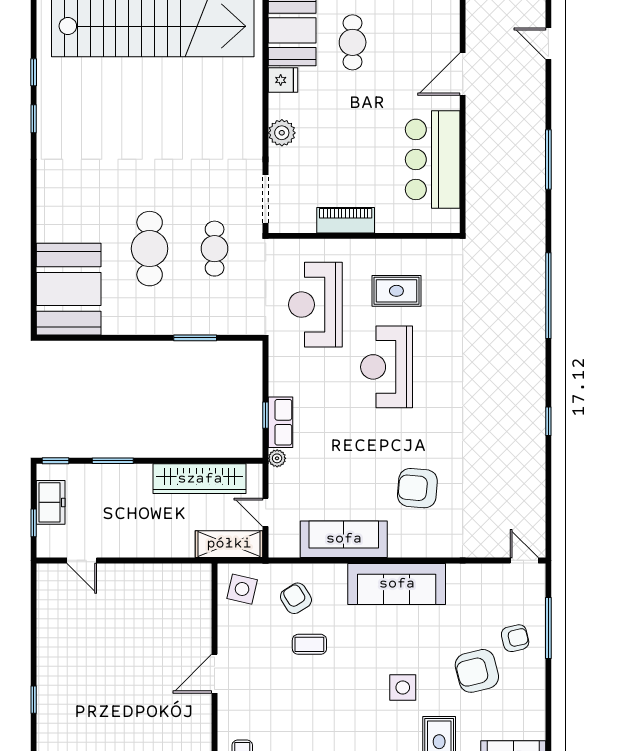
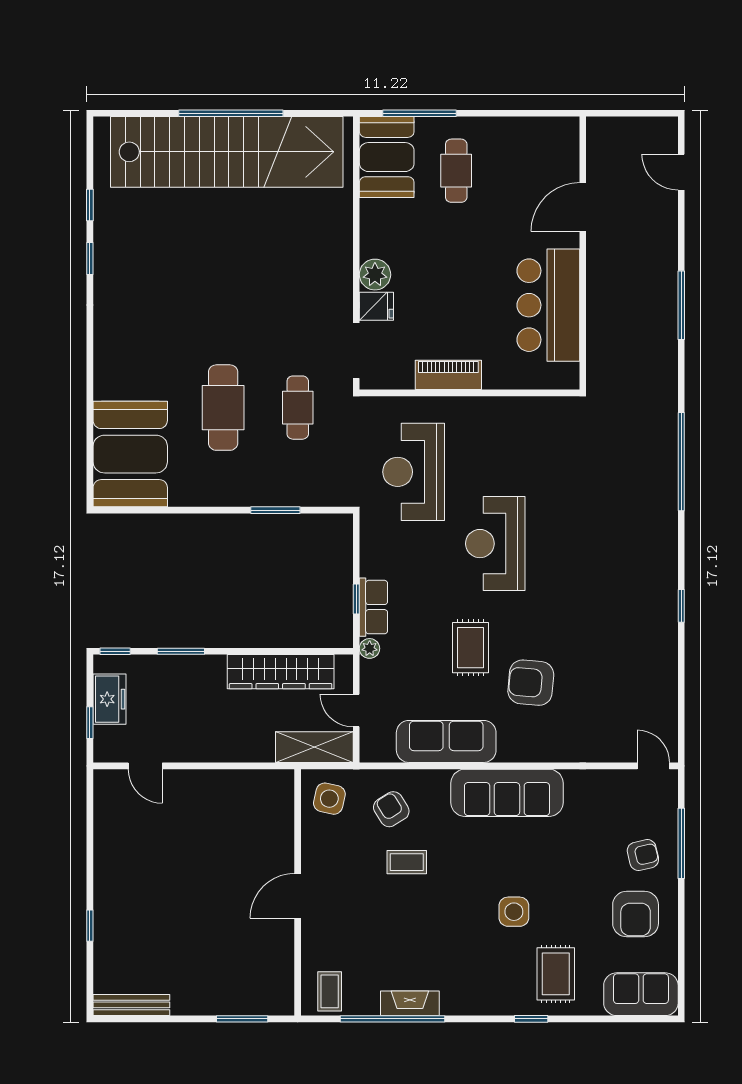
fridge: (283, 80) -> (376, 306), moved
rug: (396, 291) -> (471, 648), moved, turned 90
armchair: (477, 671) -> (636, 914), moved, turned -76

